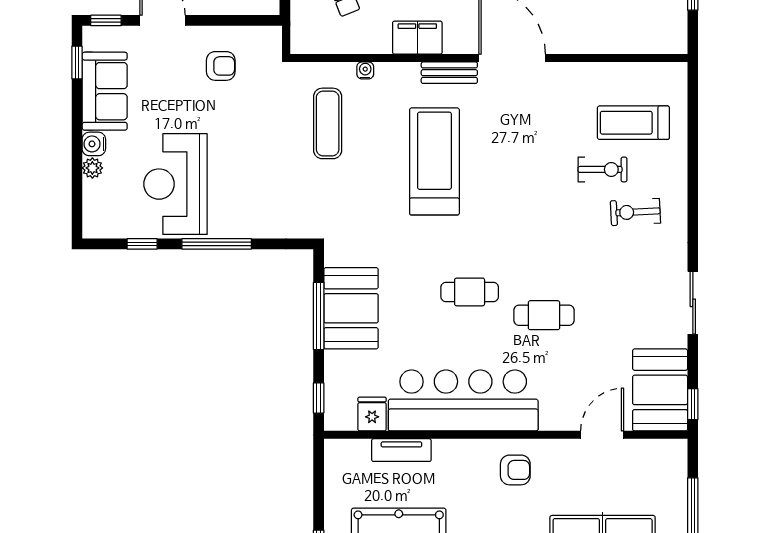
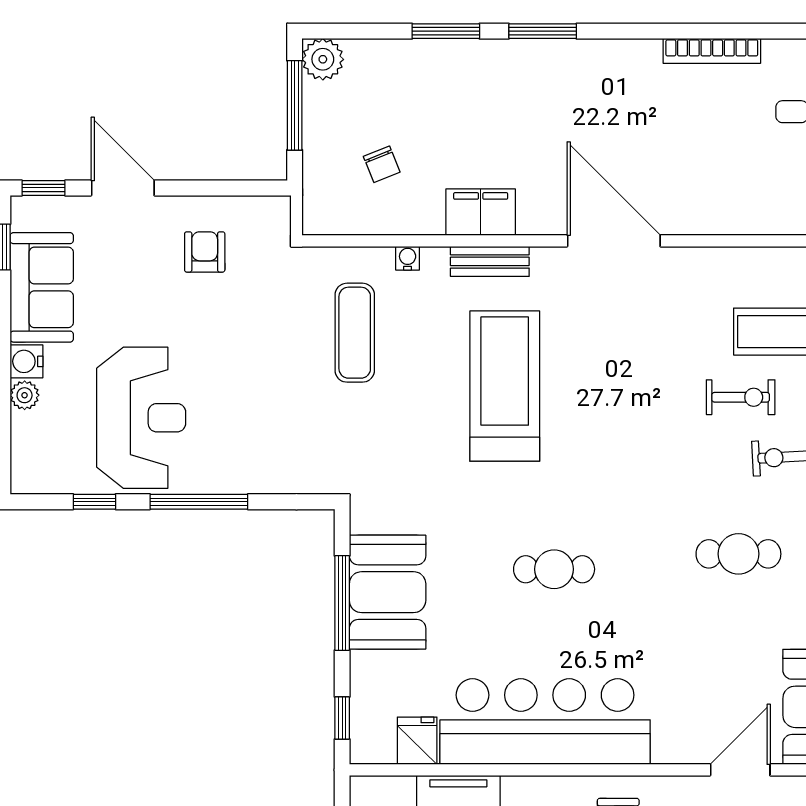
armchair: (221, 66) -> (205, 252), turned -90
bench: (449, 73) -> (490, 261), moved
reception desk: (175, 184) -> (141, 418), turned 180
cafe table: (544, 315) -> (738, 554), moved

